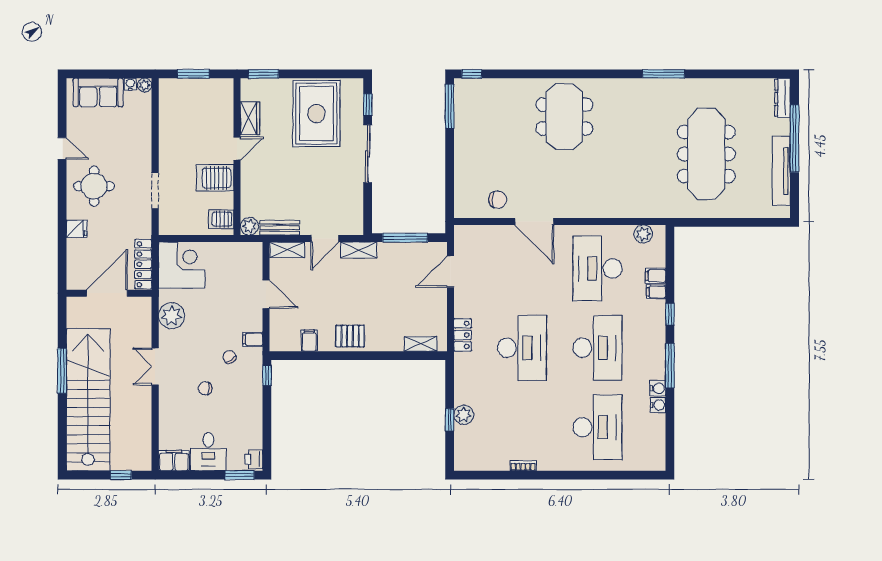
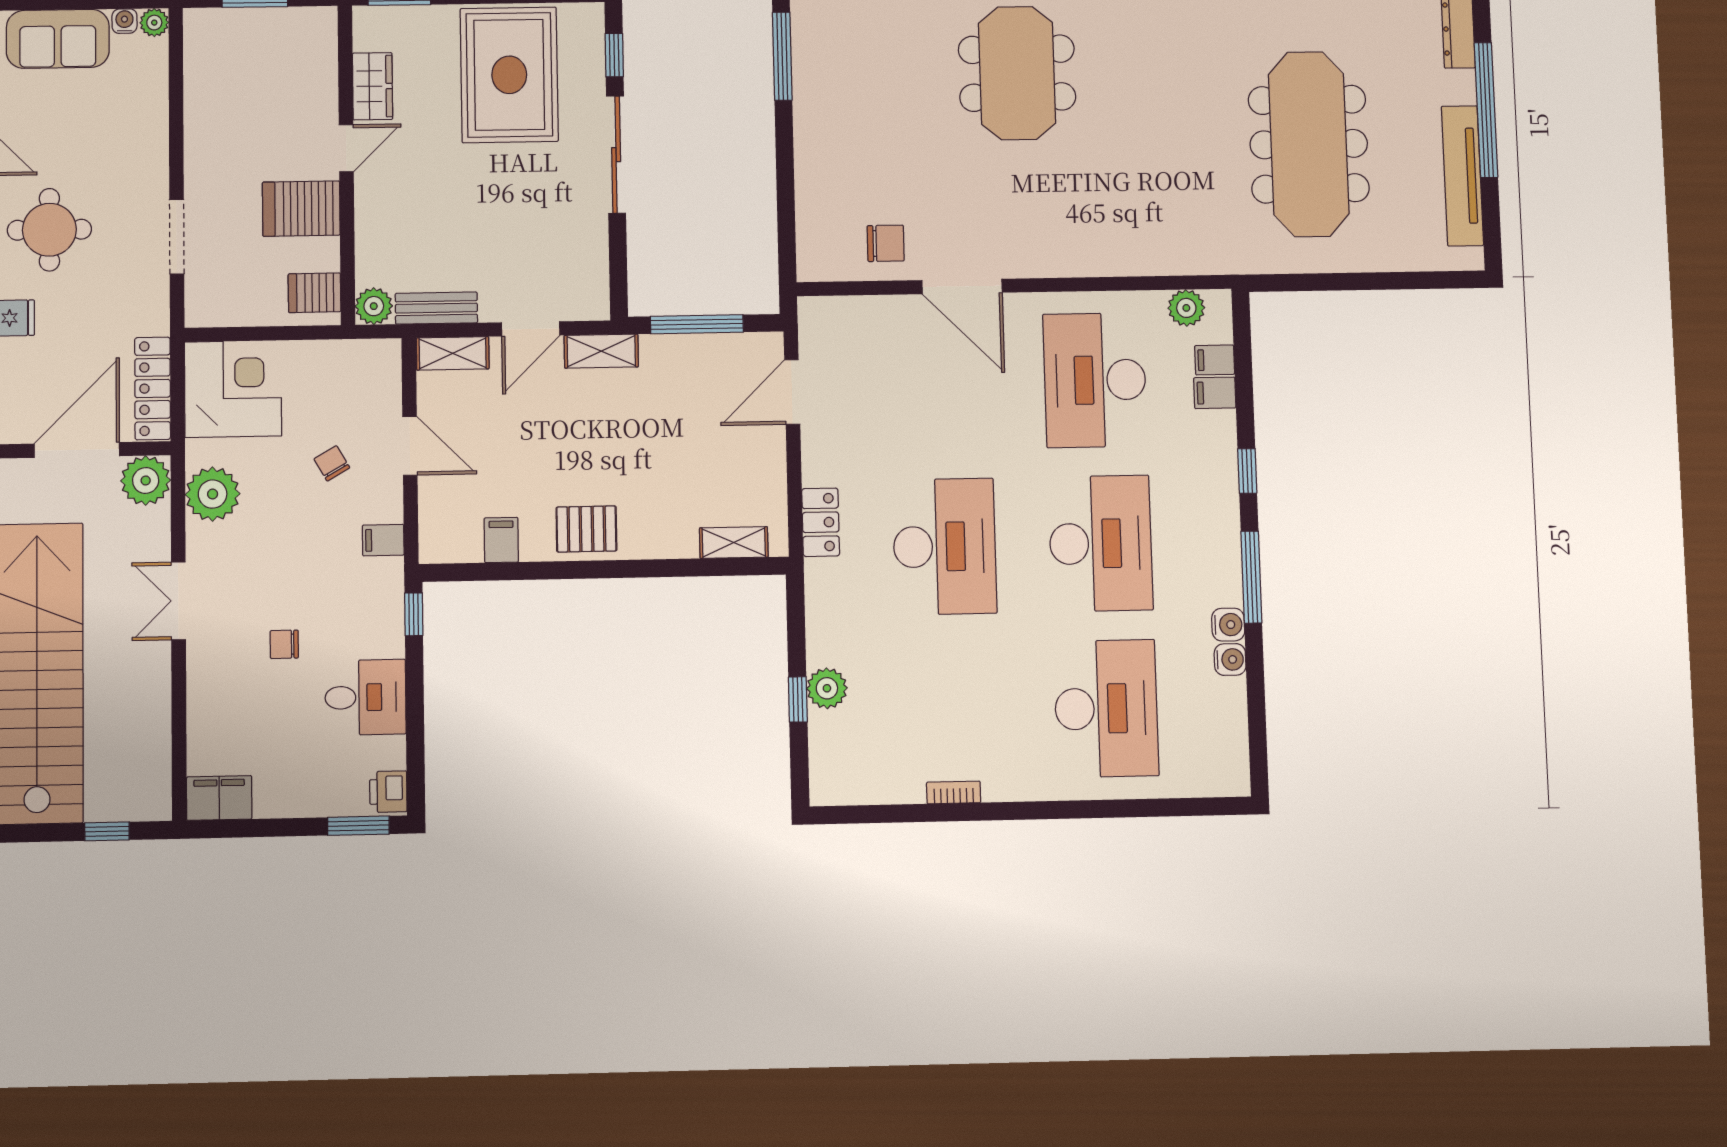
filing cabinet: (656, 292) -> (1215, 360), moved
plant: (140, 309) -> (146, 480), added
chair: (229, 357) -> (332, 463), moved
desk: (208, 452) -> (365, 697), moved, turned -90

